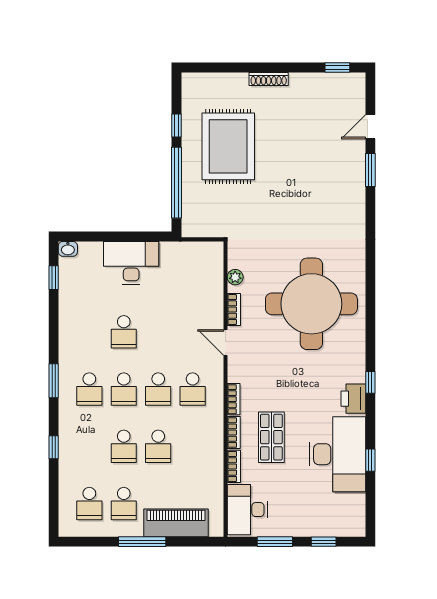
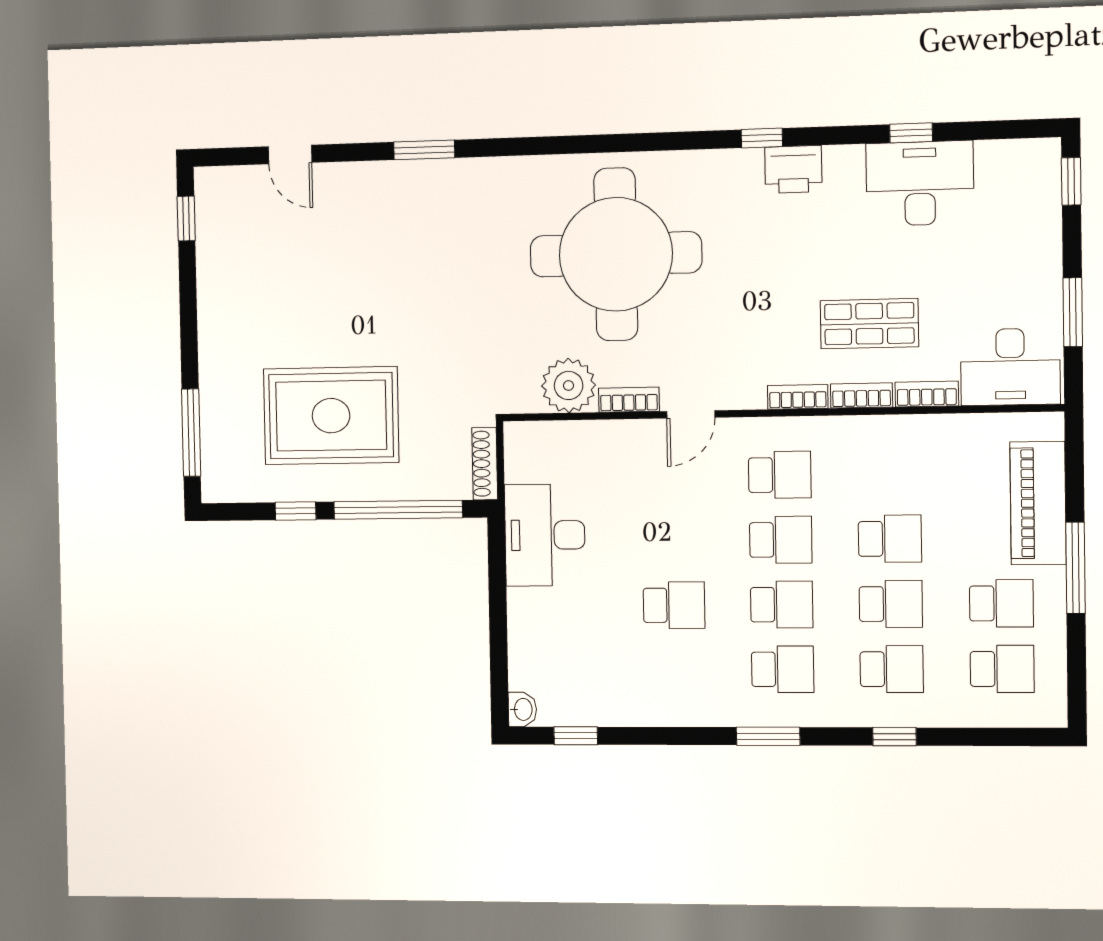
window: (220, 68) -> (191, 433), added
shoe rack: (269, 79) -> (485, 464), moved, turned 180
window: (370, 170) -> (424, 150), moved
desk: (131, 263) -> (545, 535), moved
plant: (235, 277) -> (569, 385), width x1.87, depth x1.87
school desk: (89, 446) -> (892, 669), added
desk: (337, 454) -> (920, 183), width x0.73, depth x0.77
window: (324, 542) -> (1071, 181), moved

